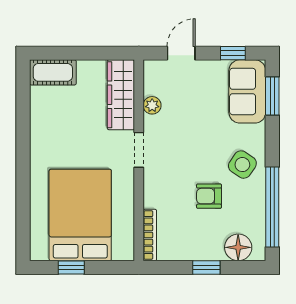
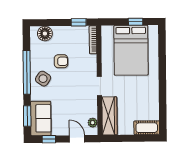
door: (181, 53) -> (77, 139), swing flipped
plant: (152, 105) -> (93, 123), moved
window: (272, 207) -> (27, 72), moved
window: (206, 267) -> (79, 22), moved

